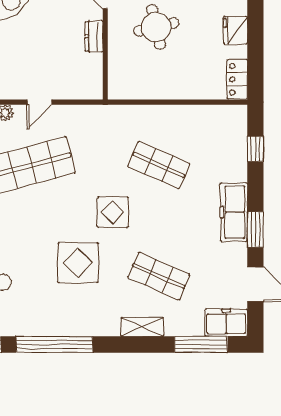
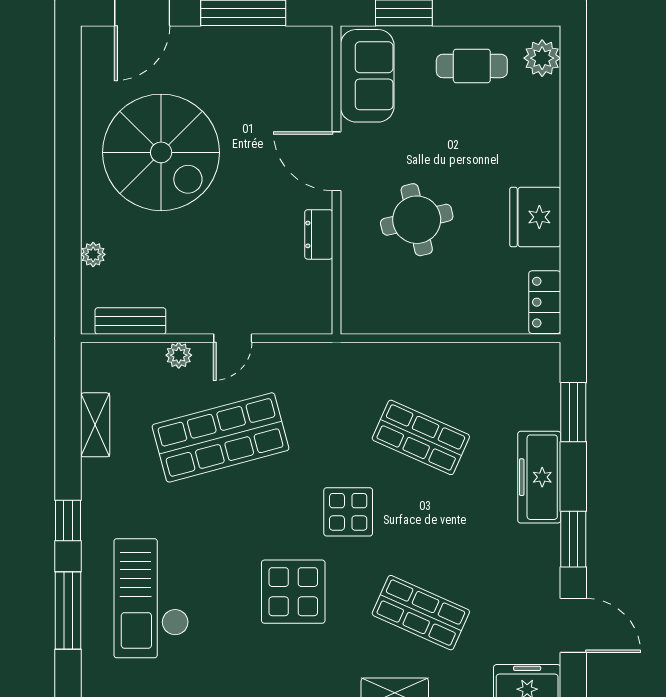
fridge: (235, 30) -> (535, 217), width x1.36, depth x1.34
window: (255, 149) -> (573, 412), width x1.50
freezer: (234, 212) -> (539, 477), moved

